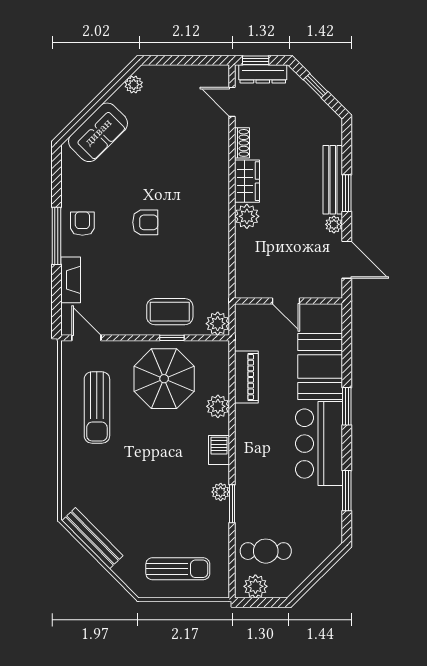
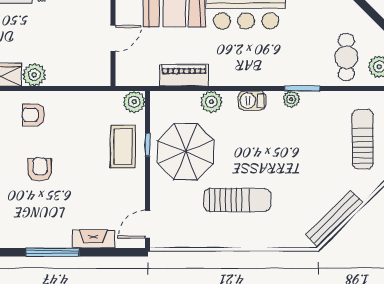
armchair: (82, 224) -> (33, 115), moved
sun lounger: (97, 408) -> (237, 200), moved

